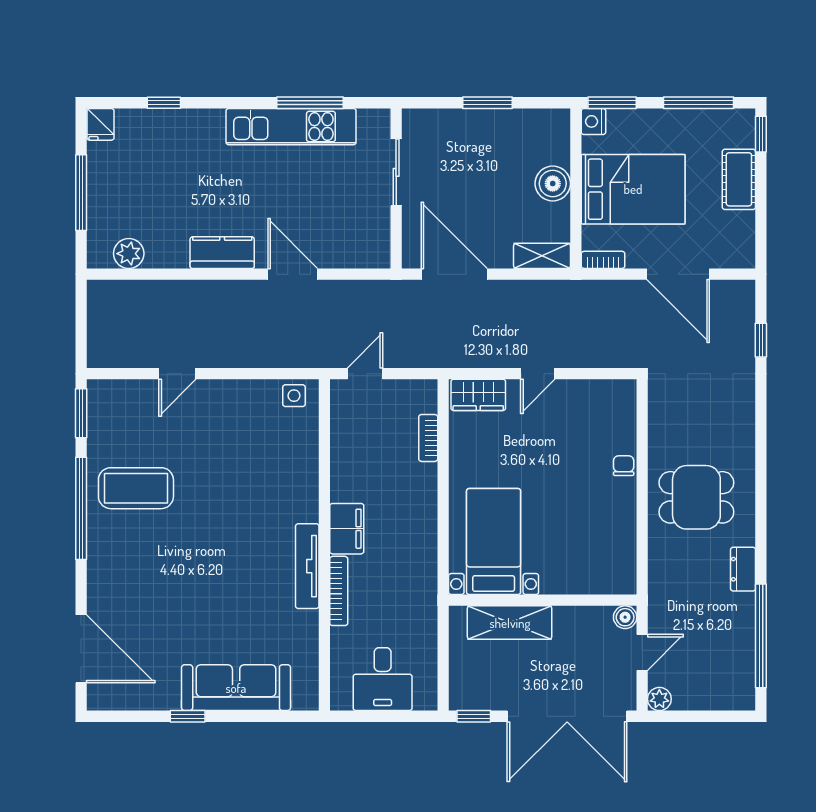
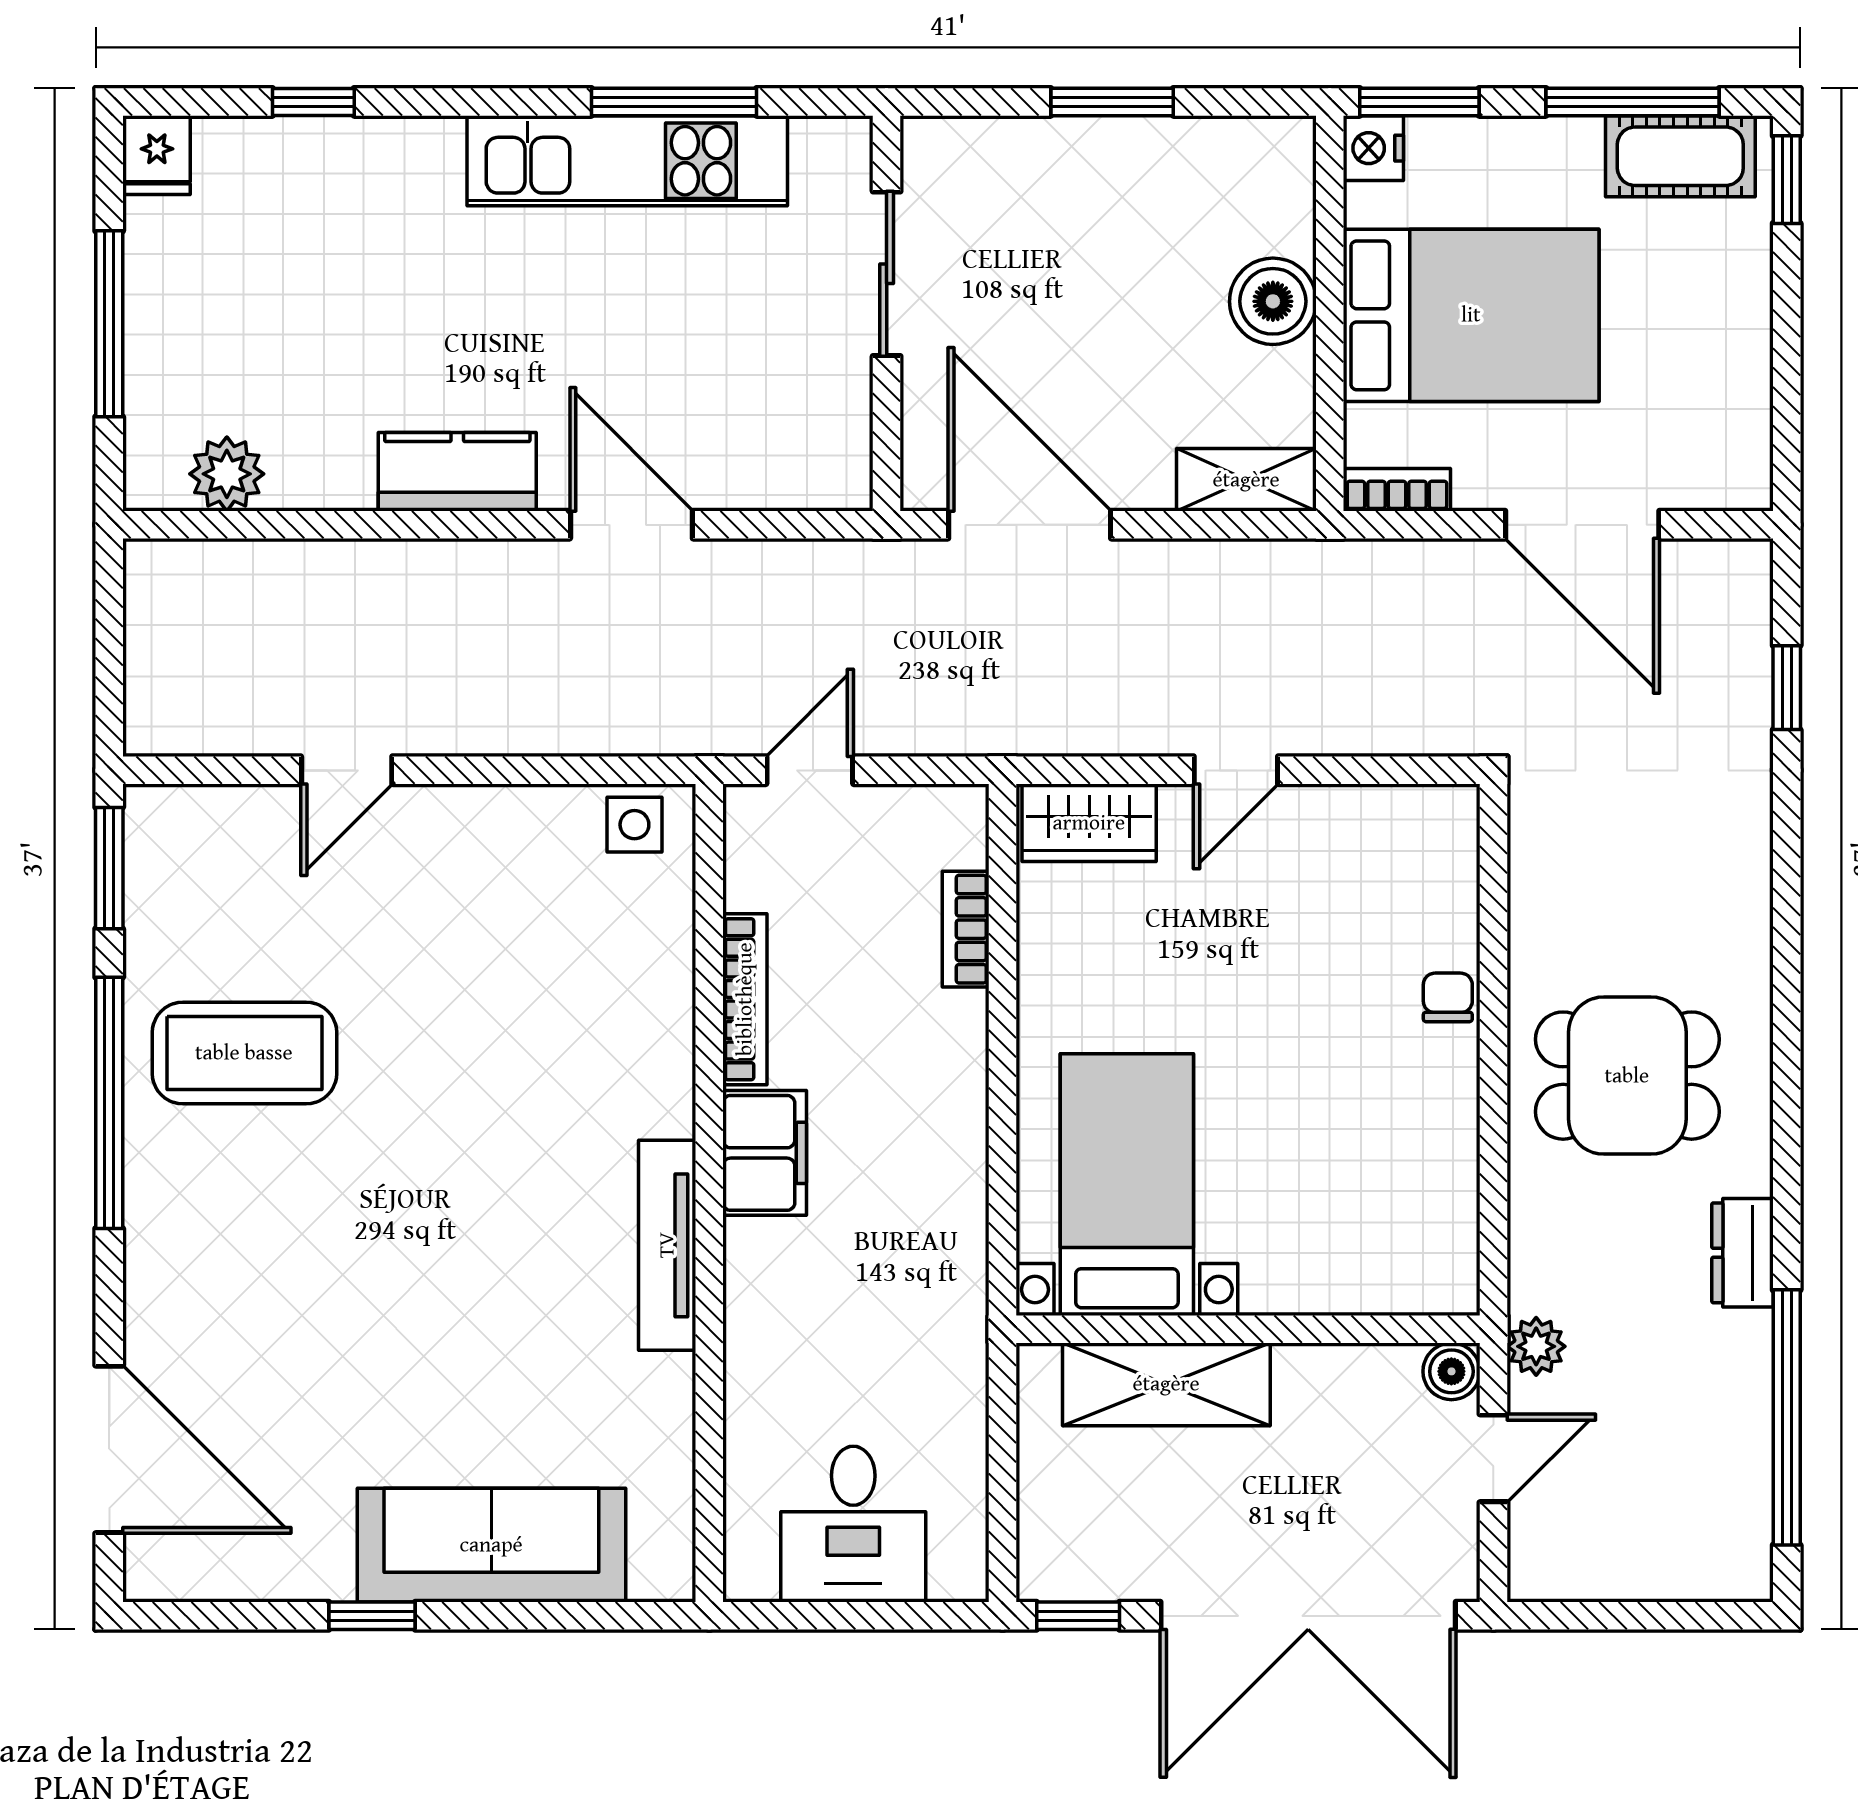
cot: (739, 179) -> (1680, 156), moved, turned 90
bookcase: (339, 591) -> (745, 999), moved
plant: (659, 699) -> (1536, 1346), moved

